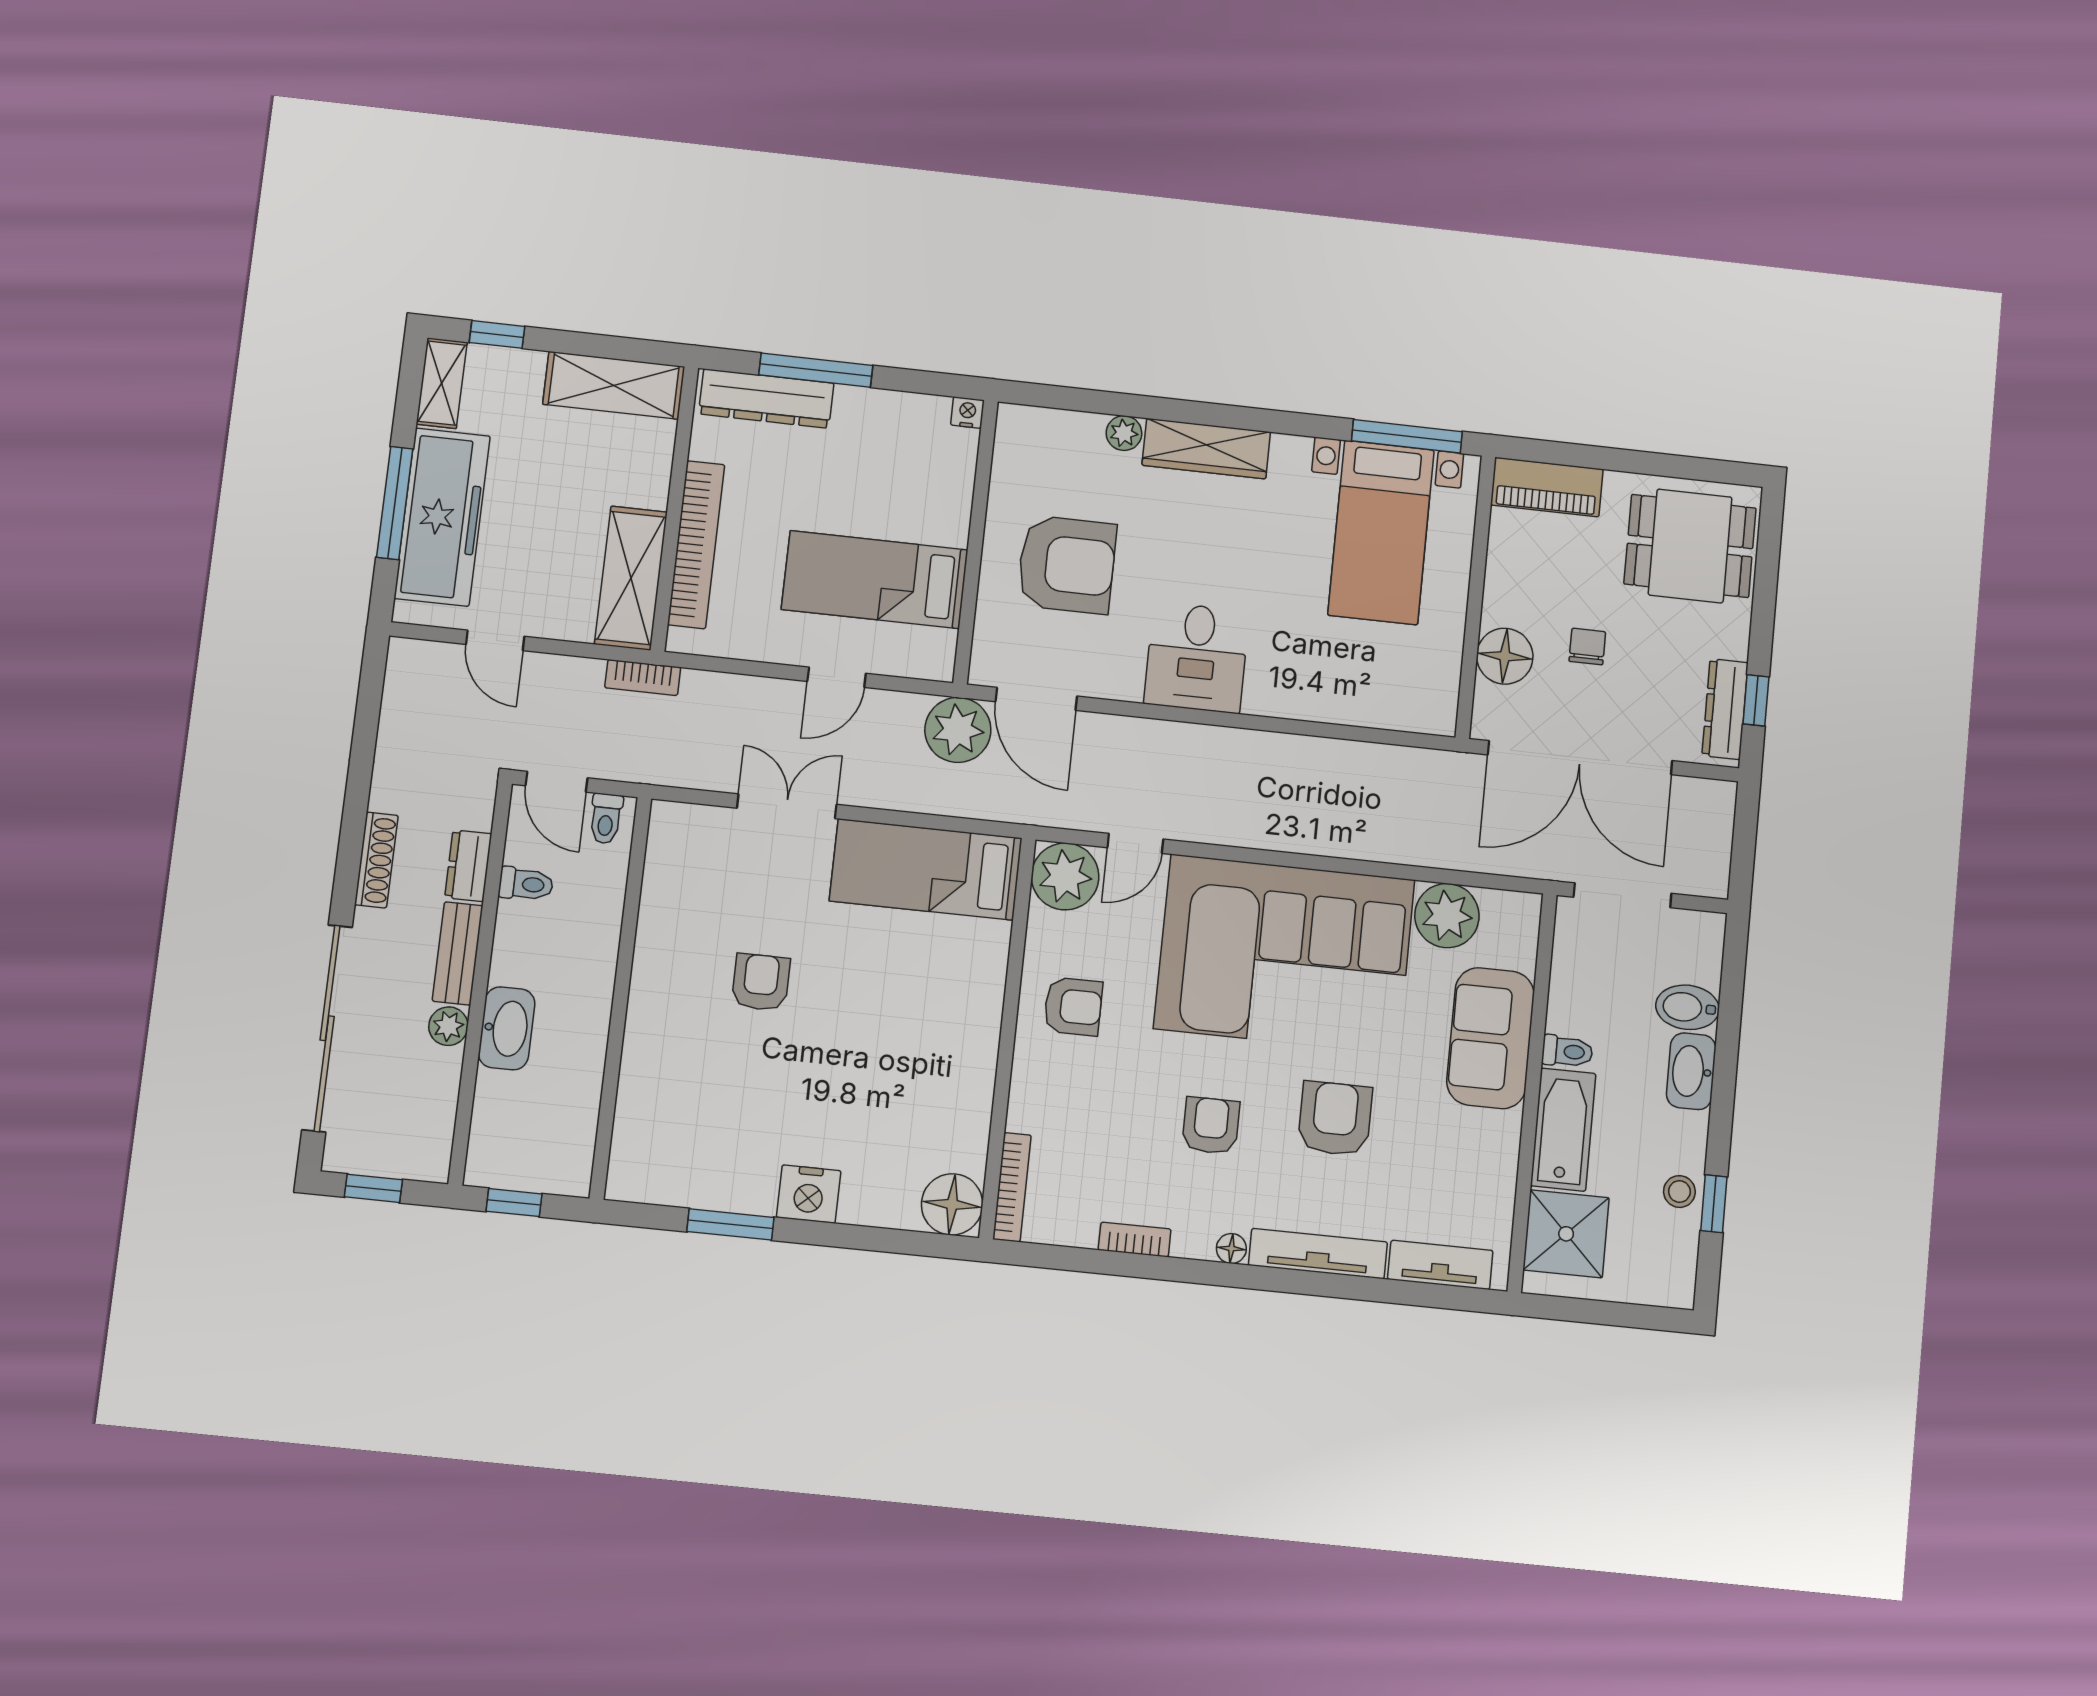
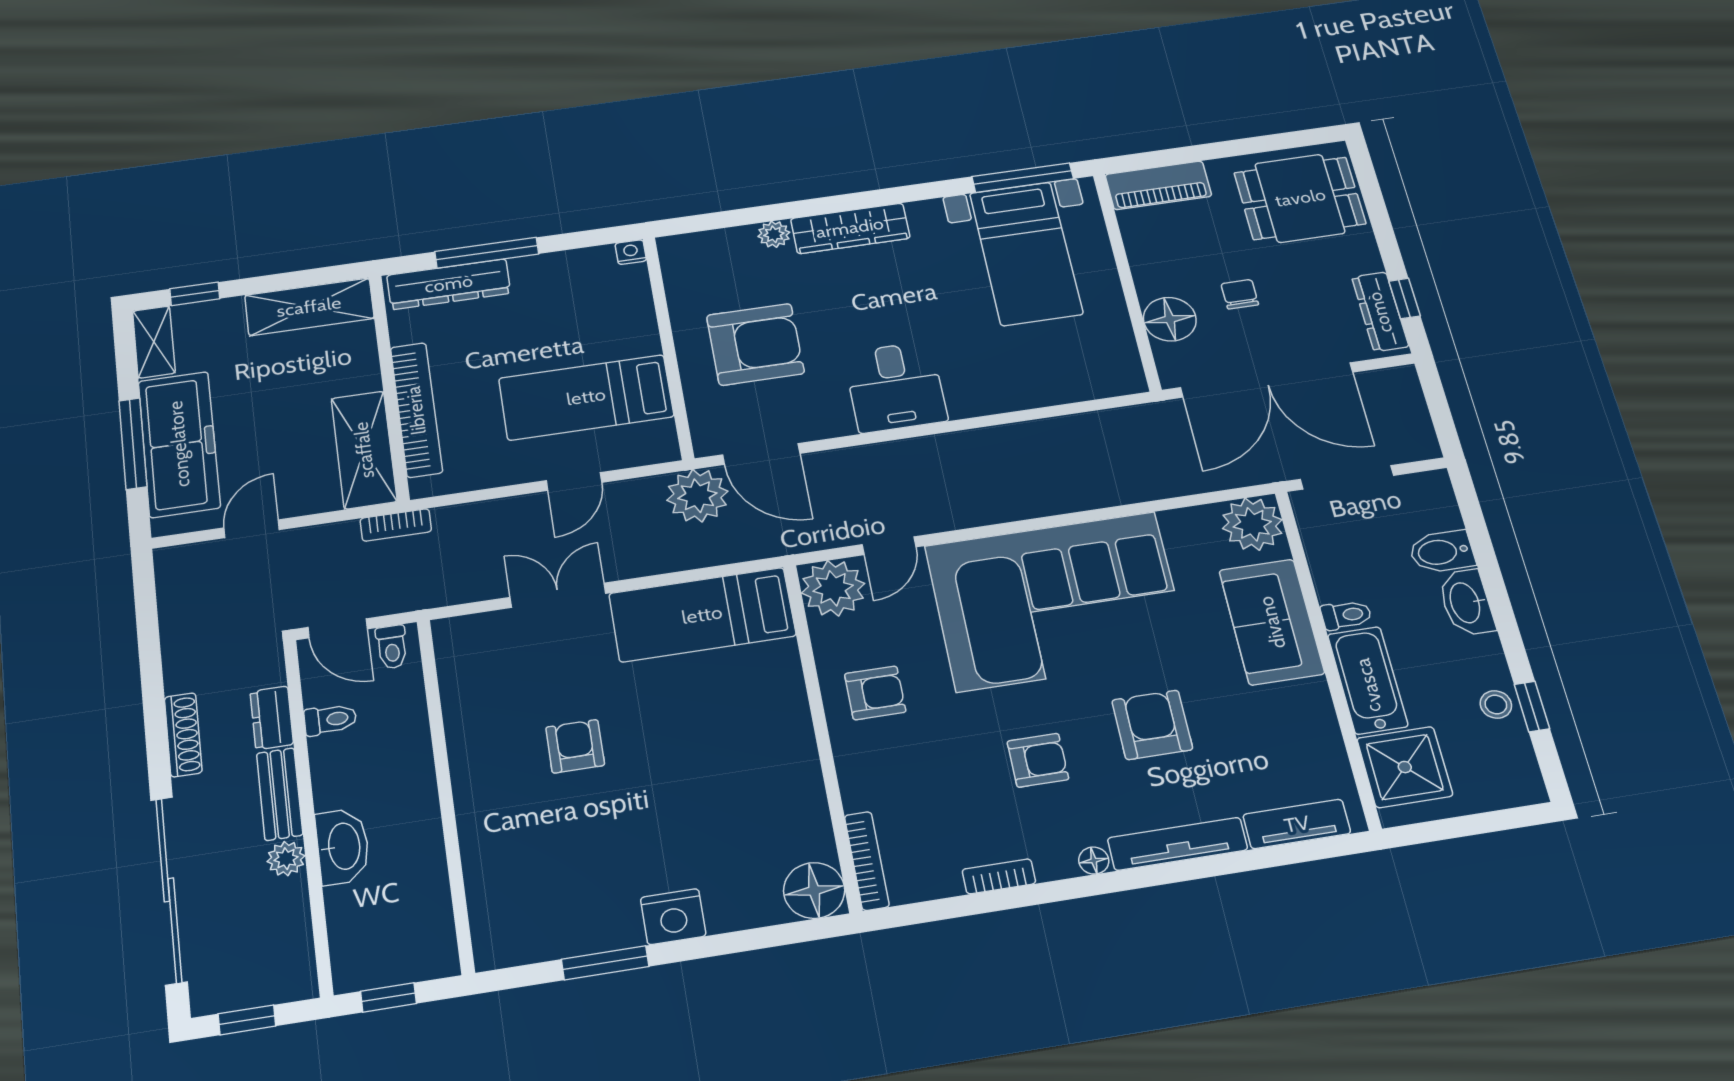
door: (495, 640) -> (252, 529), swing flipped
plant: (1447, 916) -> (1252, 524), moved
armchair: (1211, 1126) -> (1038, 760), turned 90

